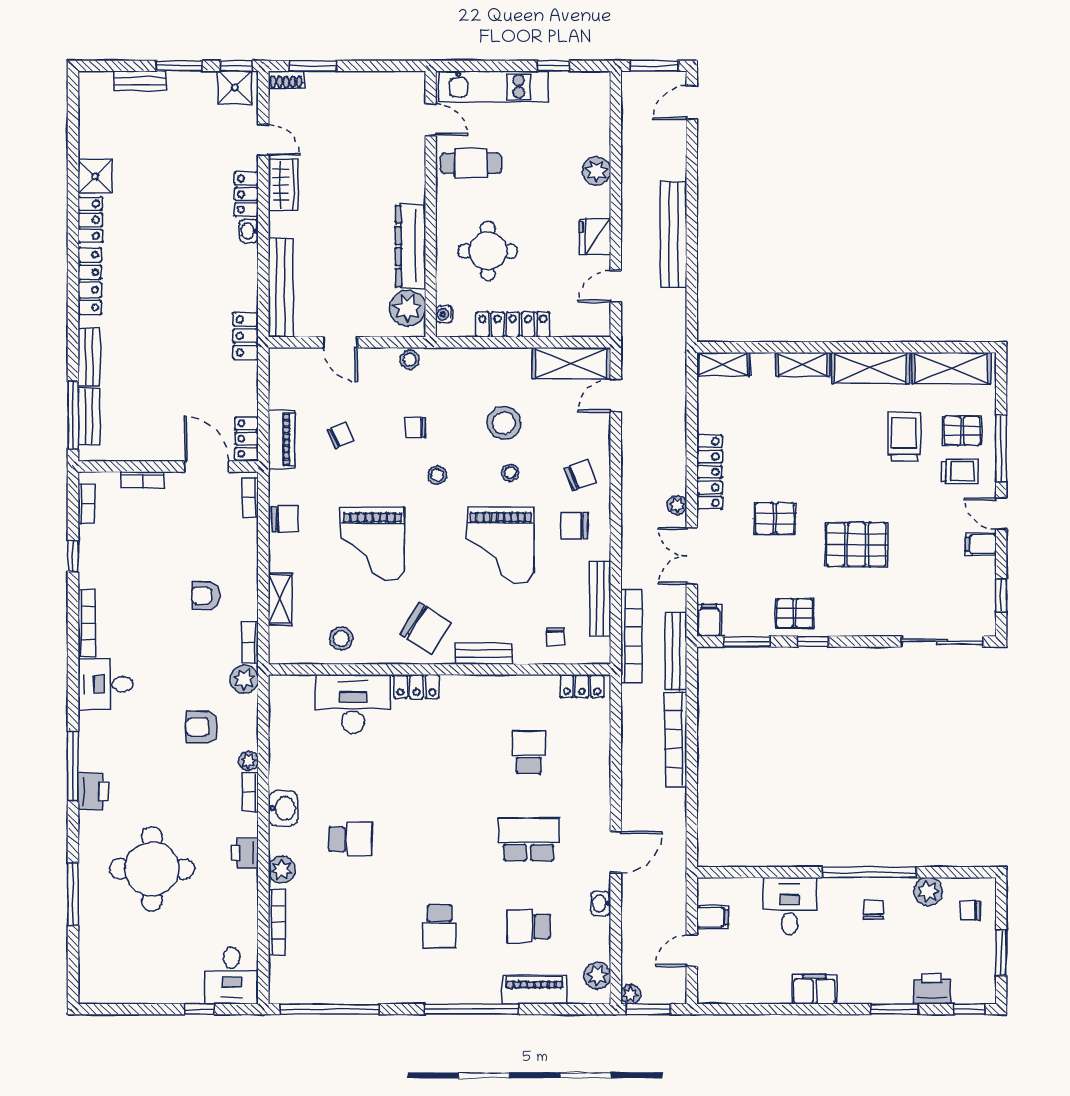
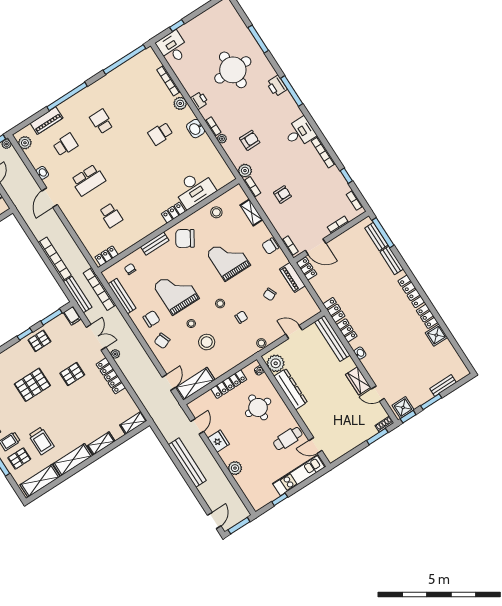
locker: (246, 194) -> (347, 330), moved

